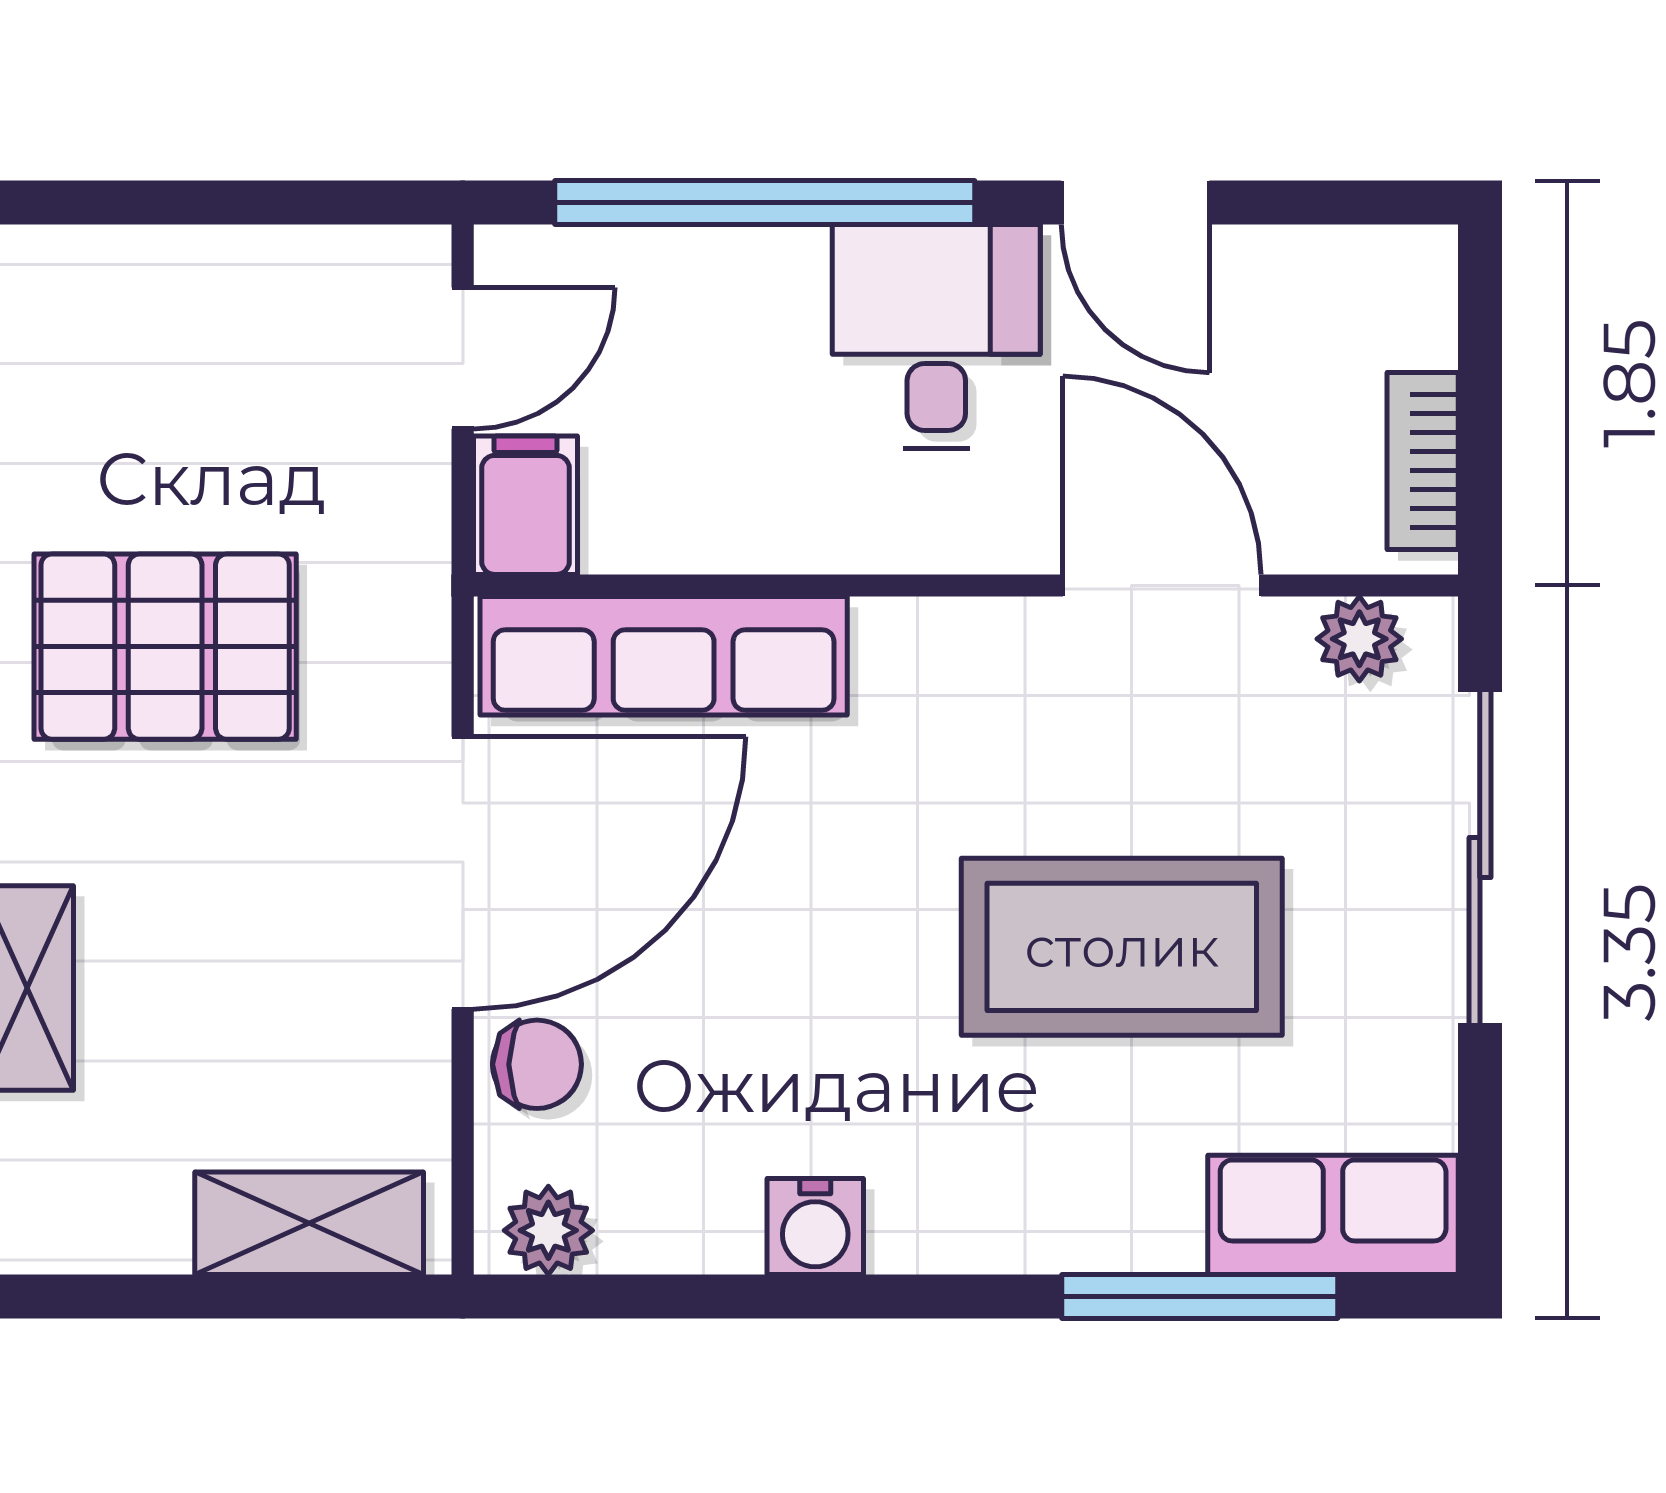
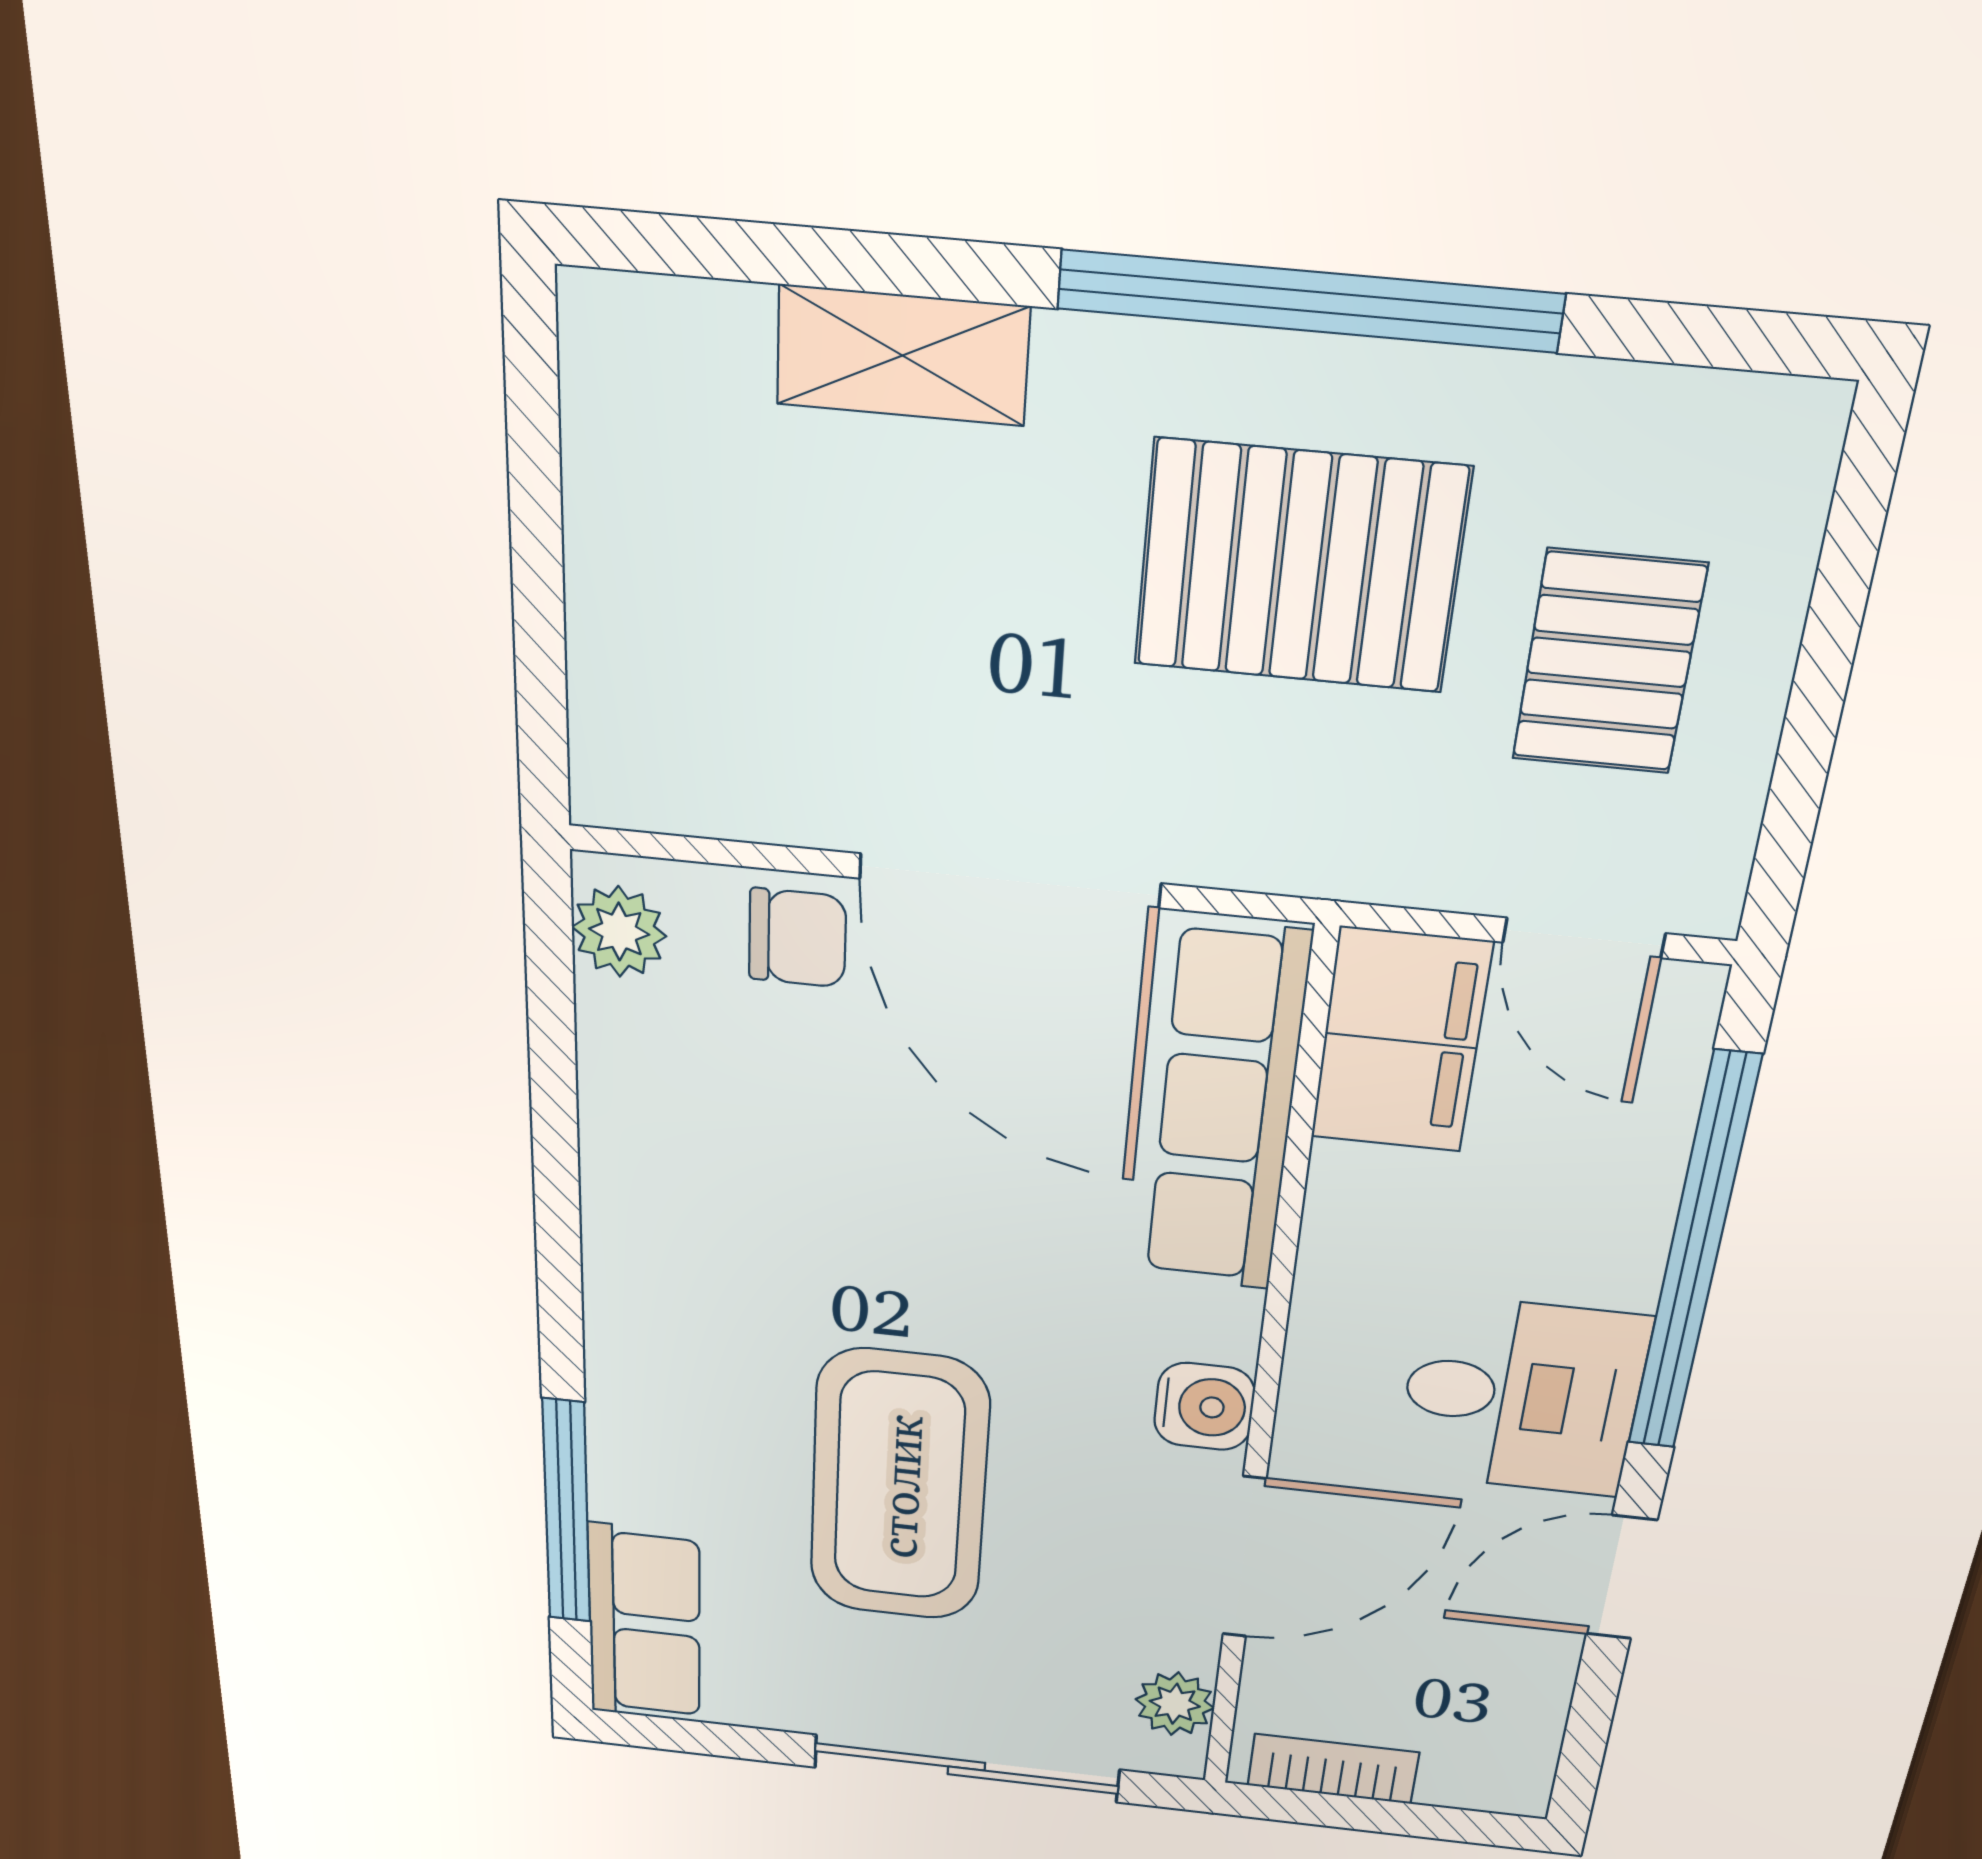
pallet: (220, 380) -> (1609, 662), added
filing cabinet: (525, 505) -> (1401, 1041), width x2.00
pallet: (165, 647) -> (1300, 567), turned 90
chair: (537, 1064) -> (797, 938), turned -90
shelving: (309, 1223) -> (623, 673), removed
water cooler: (815, 1227) -> (1204, 1407), moved, turned 180

